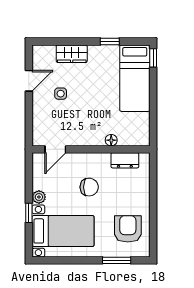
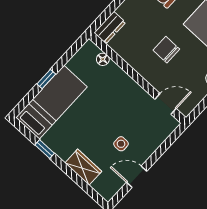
window: (153, 58) -> (46, 79), moved
floor lamp: (111, 140) -> (103, 59), moved
dresser: (125, 160) -> (110, 28), moved, turned 90

